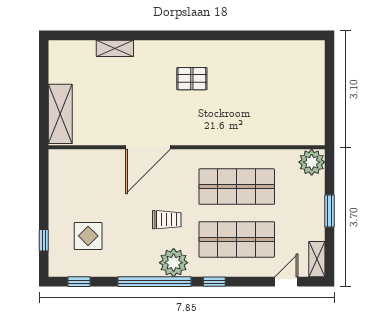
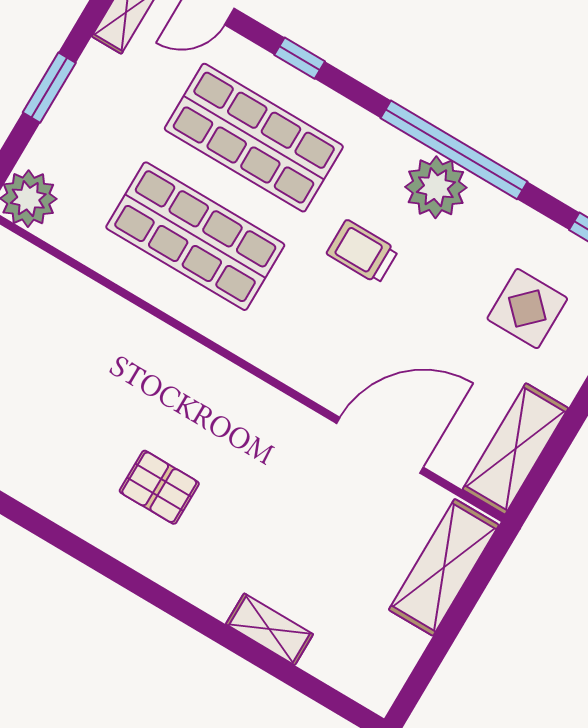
door: (148, 147) -> (380, 445), moved
shelving: (60, 178) -> (515, 449), added
plant: (174, 263) -> (436, 187), moved
window: (214, 282) -> (300, 58), moved

